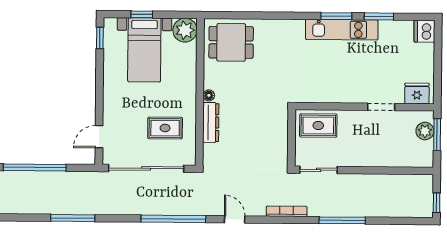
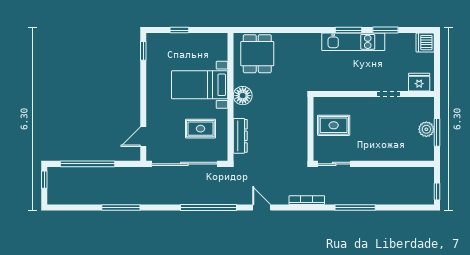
plant: (185, 30) -> (217, 43), removed
dining table: (231, 42) -> (257, 54), turned 90
bed with nightstands: (144, 50) -> (200, 85), moved, turned 90
fridge: (417, 93) -> (419, 82), moved
floor lamp: (209, 95) -> (243, 96), width x1.89, depth x1.89
wall: (365, 107) -> (374, 94), moved
doorway: (381, 107) -> (388, 94), moved
dresser: (211, 122) -> (240, 136), moved

